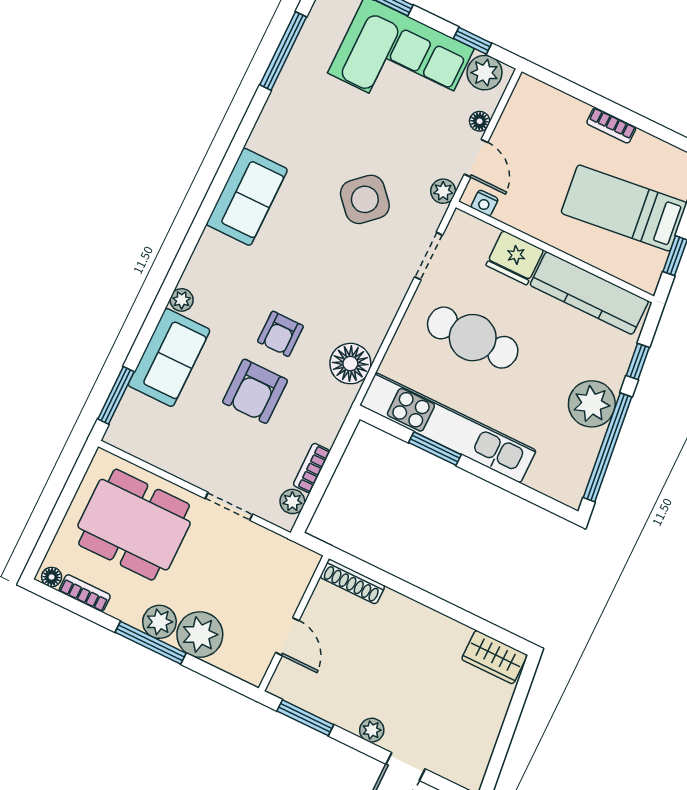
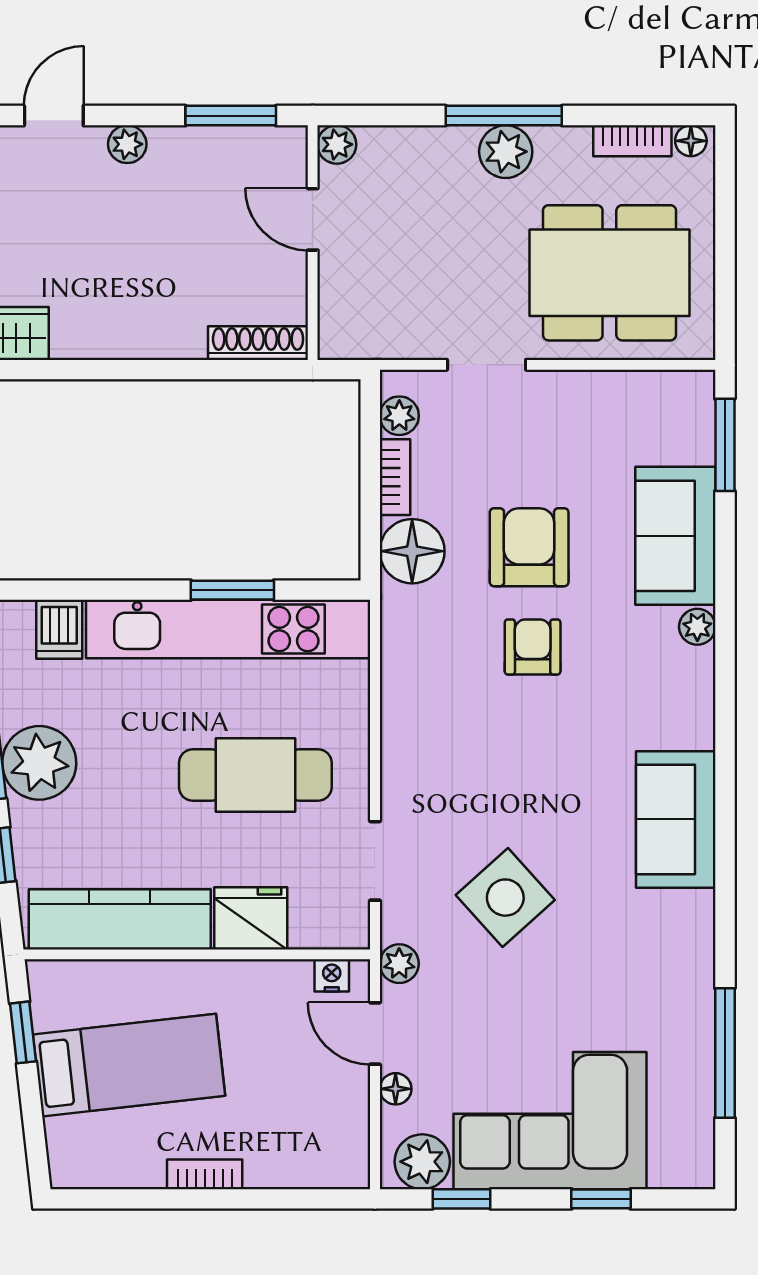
floor lamp: (350, 364) -> (412, 551), moved
dishwasher: (544, 474) -> (59, 629), added
plant: (200, 635) -> (337, 144), moved, width x0.53, depth x0.53

